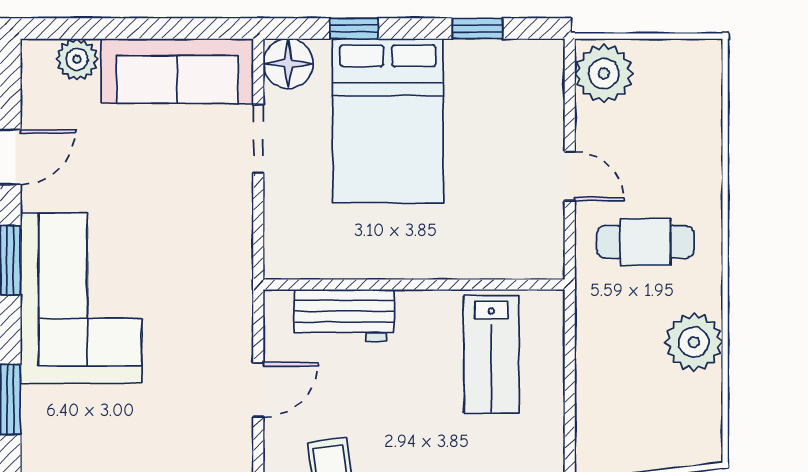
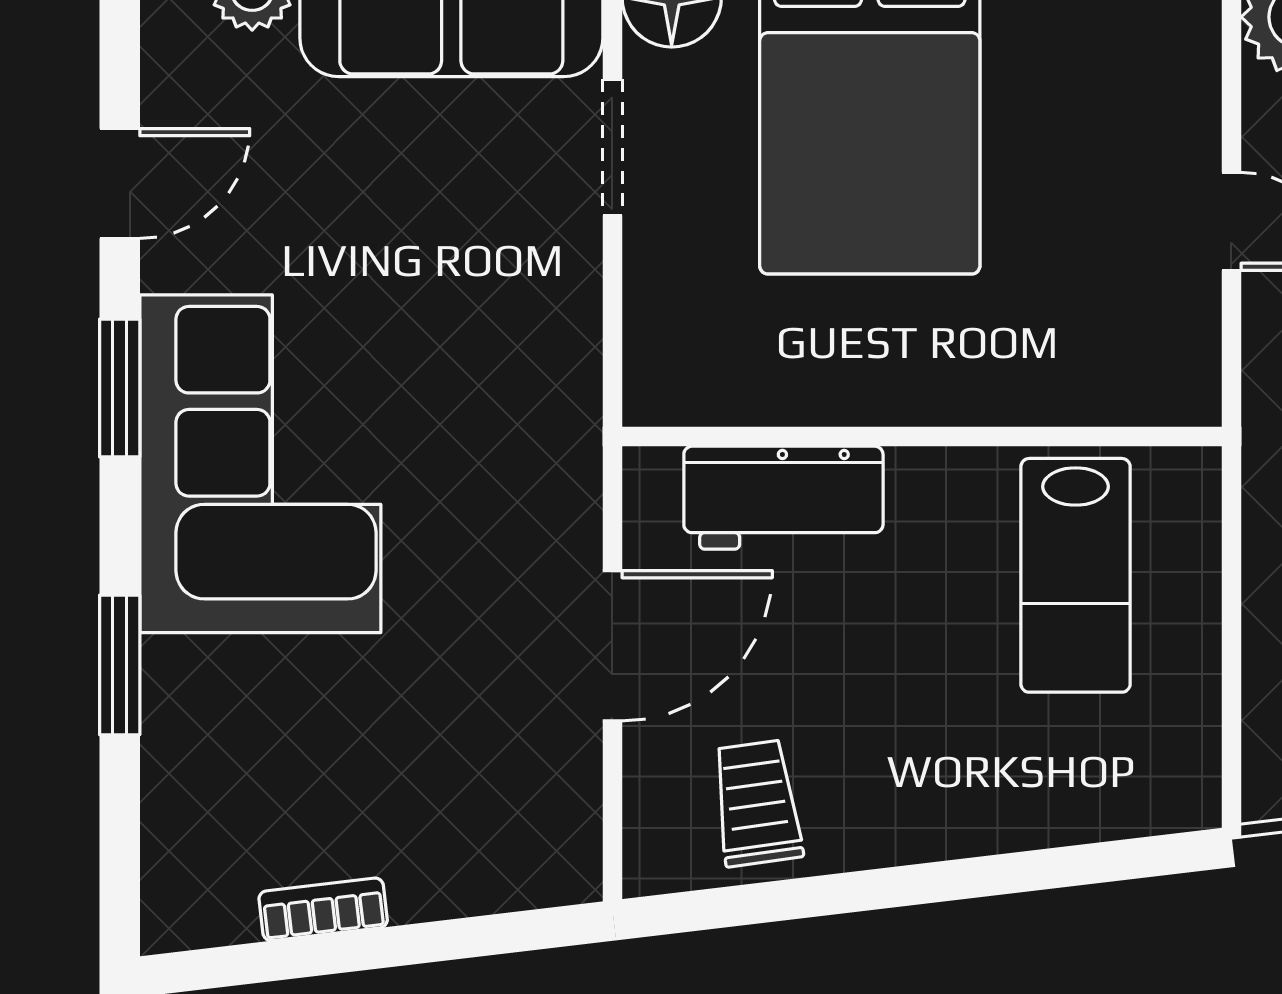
door: (258, 390) -> (612, 646), width x1.37

